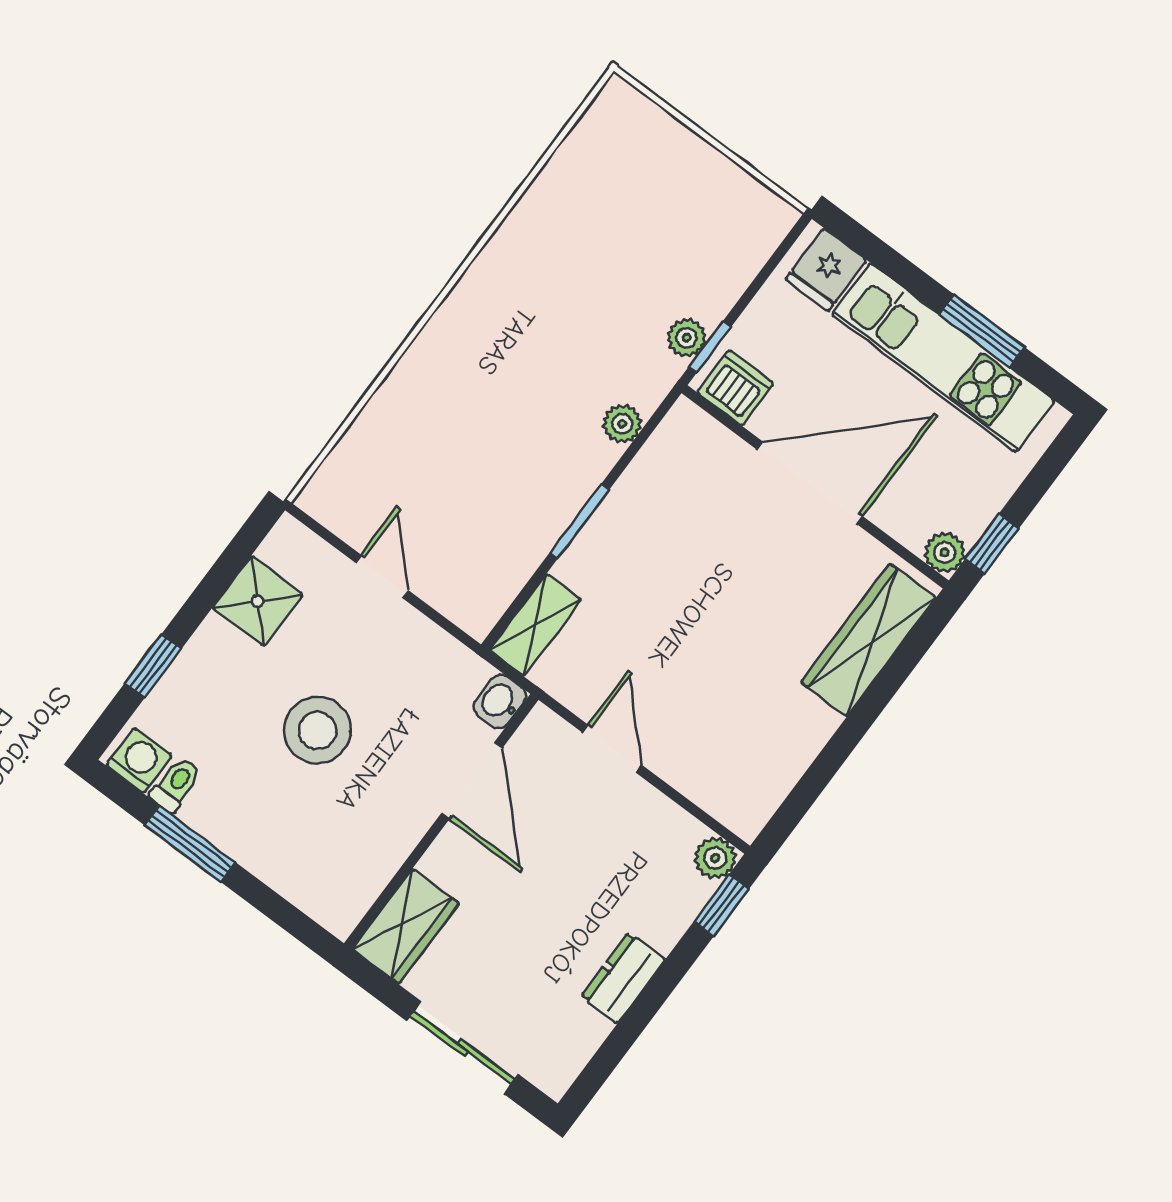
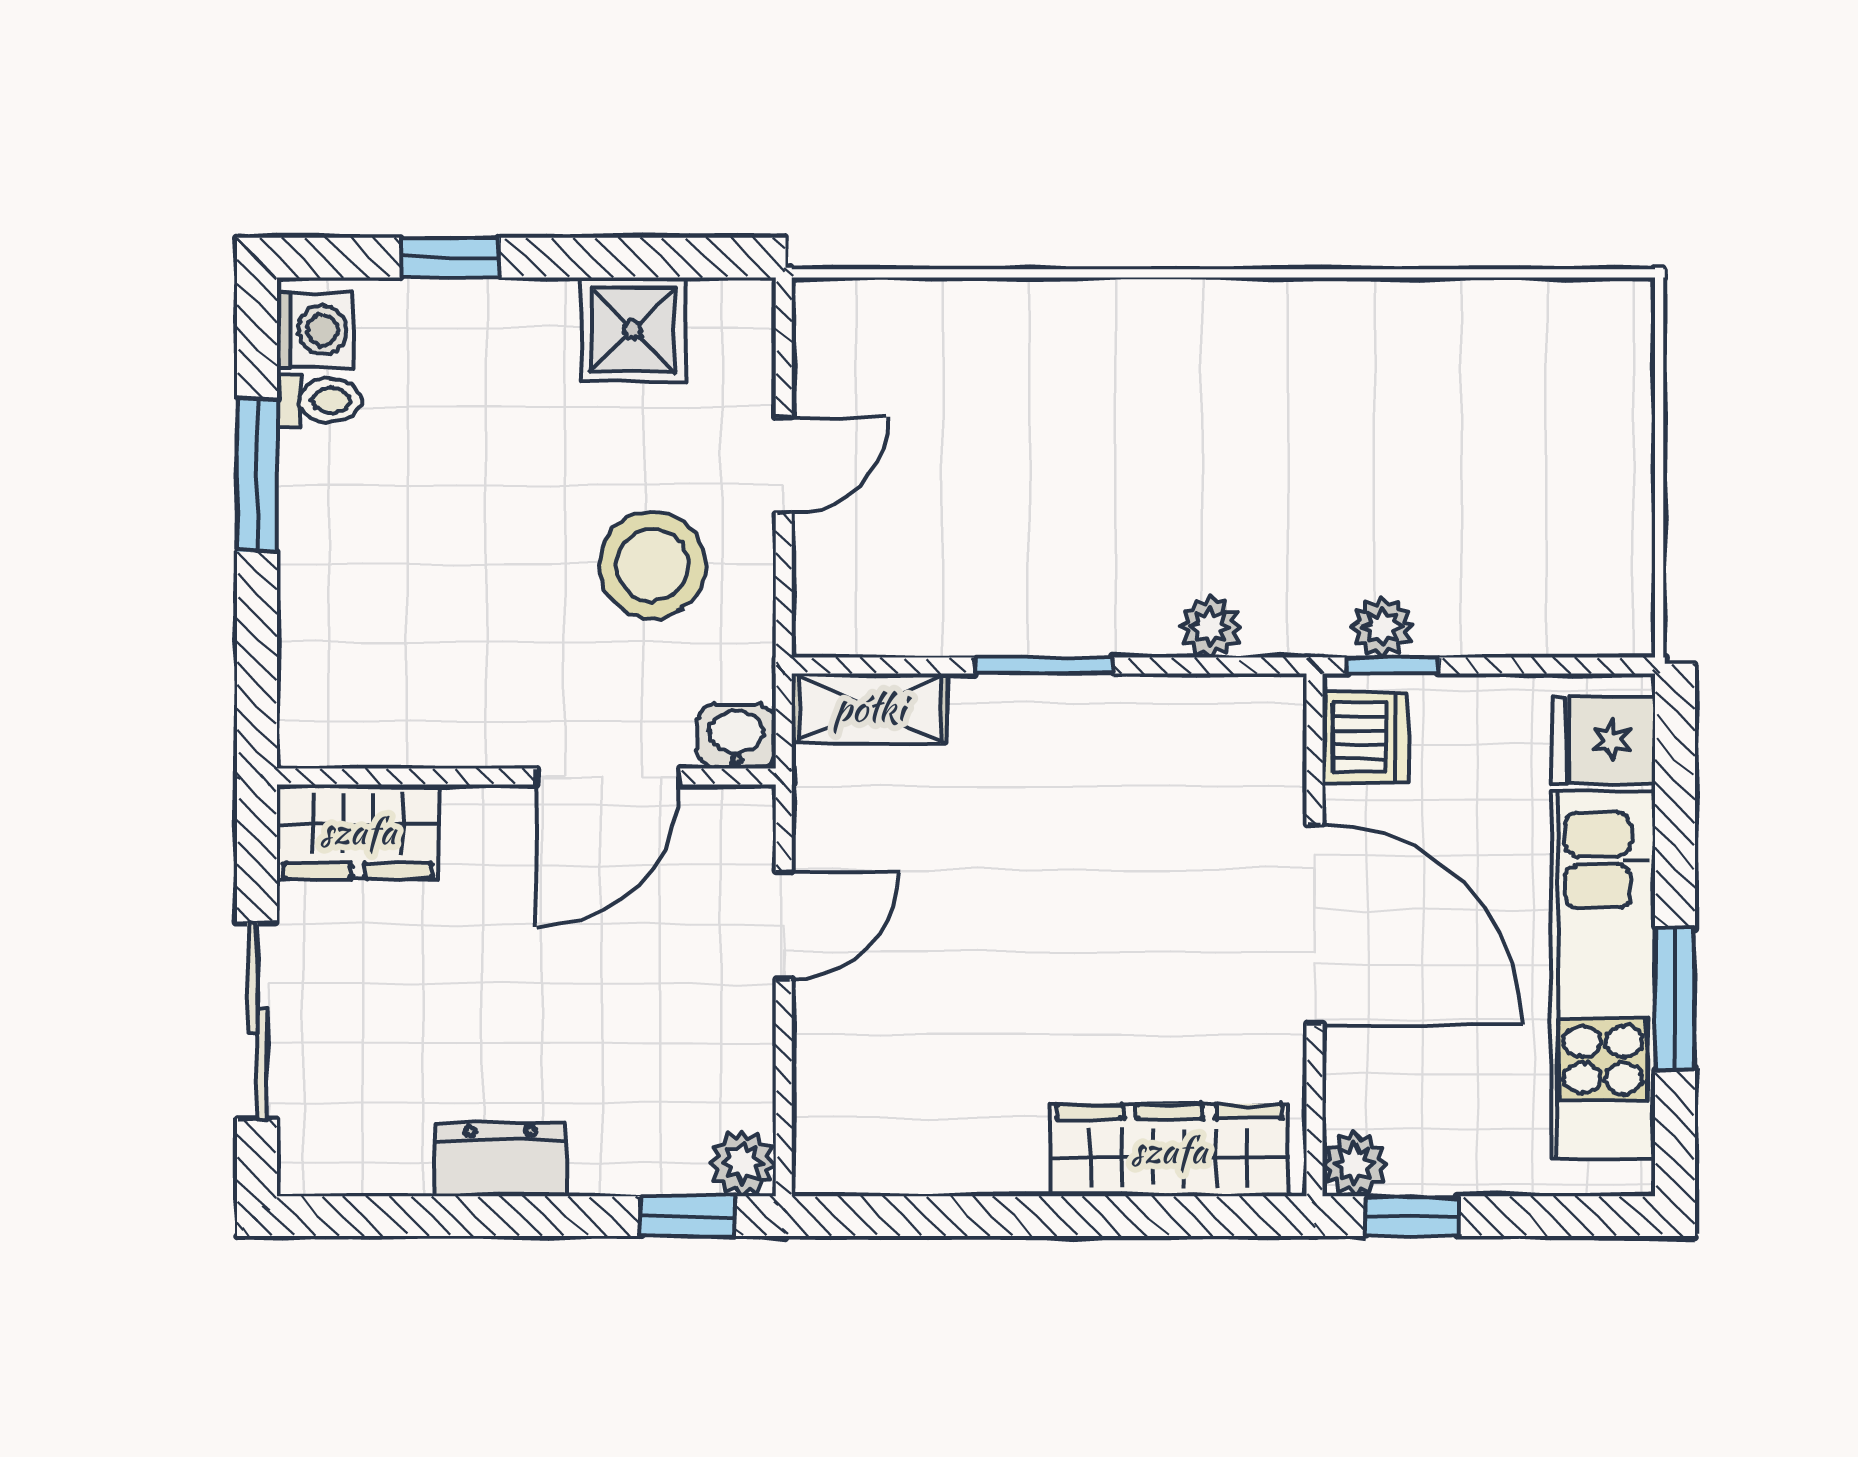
stool: (317, 730) -> (653, 565), moved

